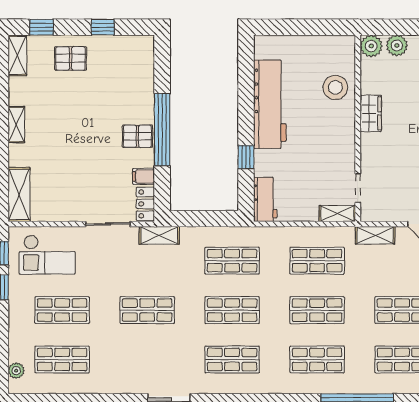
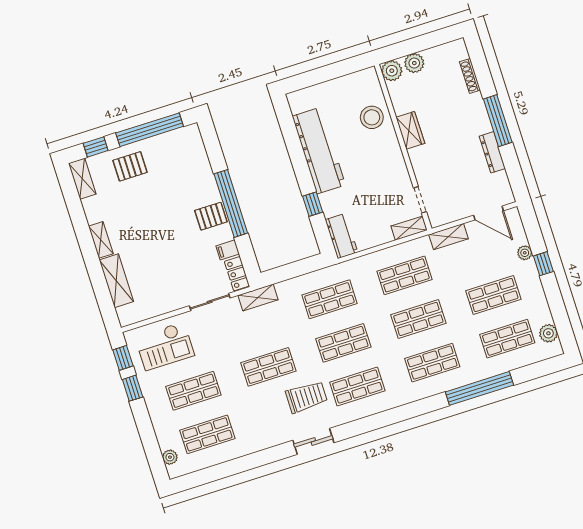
window: (103, 27) -> (150, 130), width x3.17
shelving: (19, 195) -> (116, 281), moved
trolley: (176, 354) -> (306, 397), added

